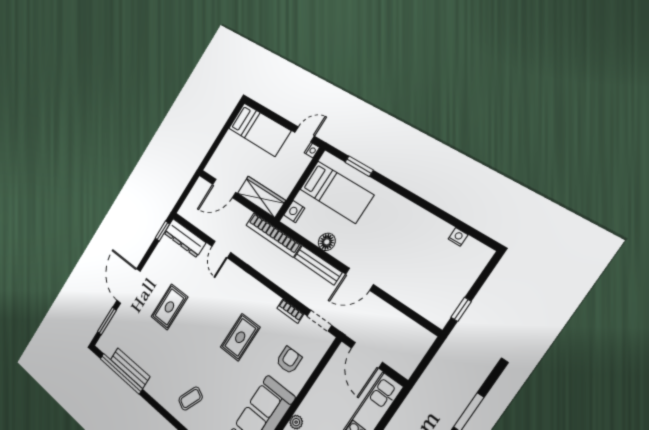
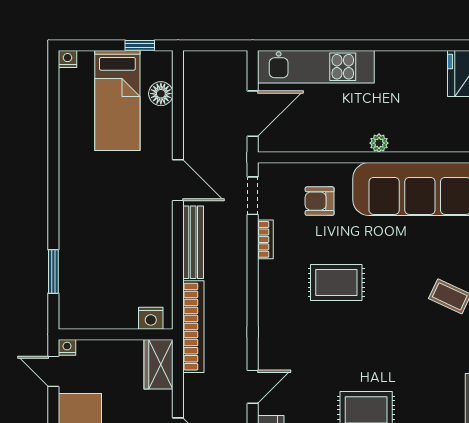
bed: (336, 192) -> (117, 100), moved, turned 180
wardrobe: (261, 197) -> (159, 364), width x0.67
nightstand: (458, 237) -> (68, 59), moved, turned 90
floor lamp: (327, 242) -> (161, 94), moved

